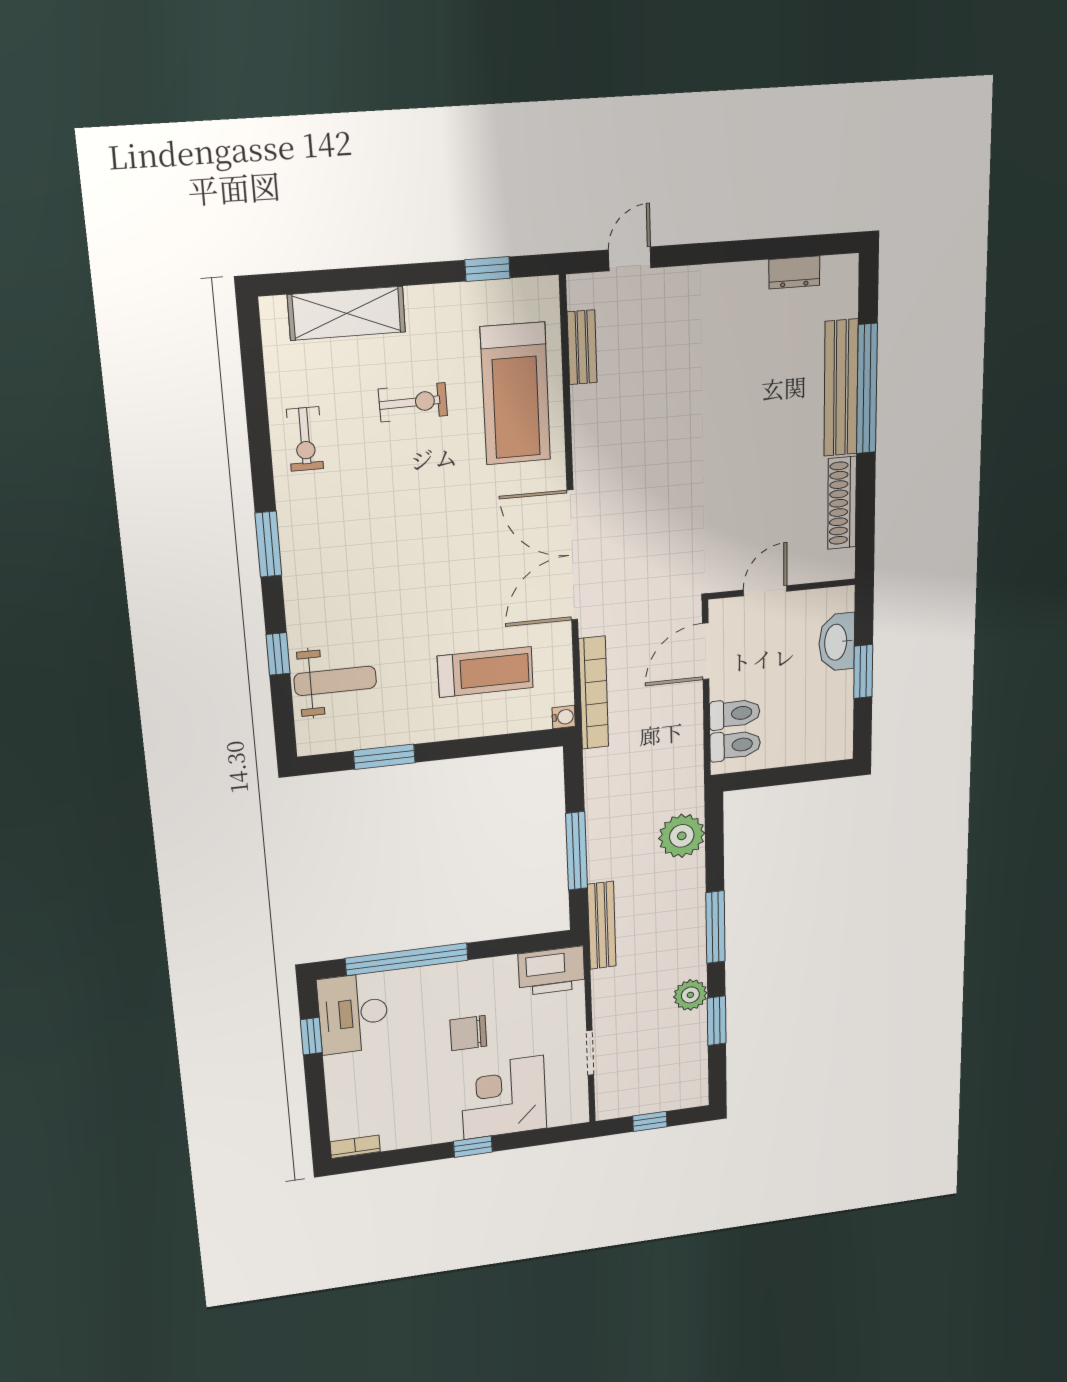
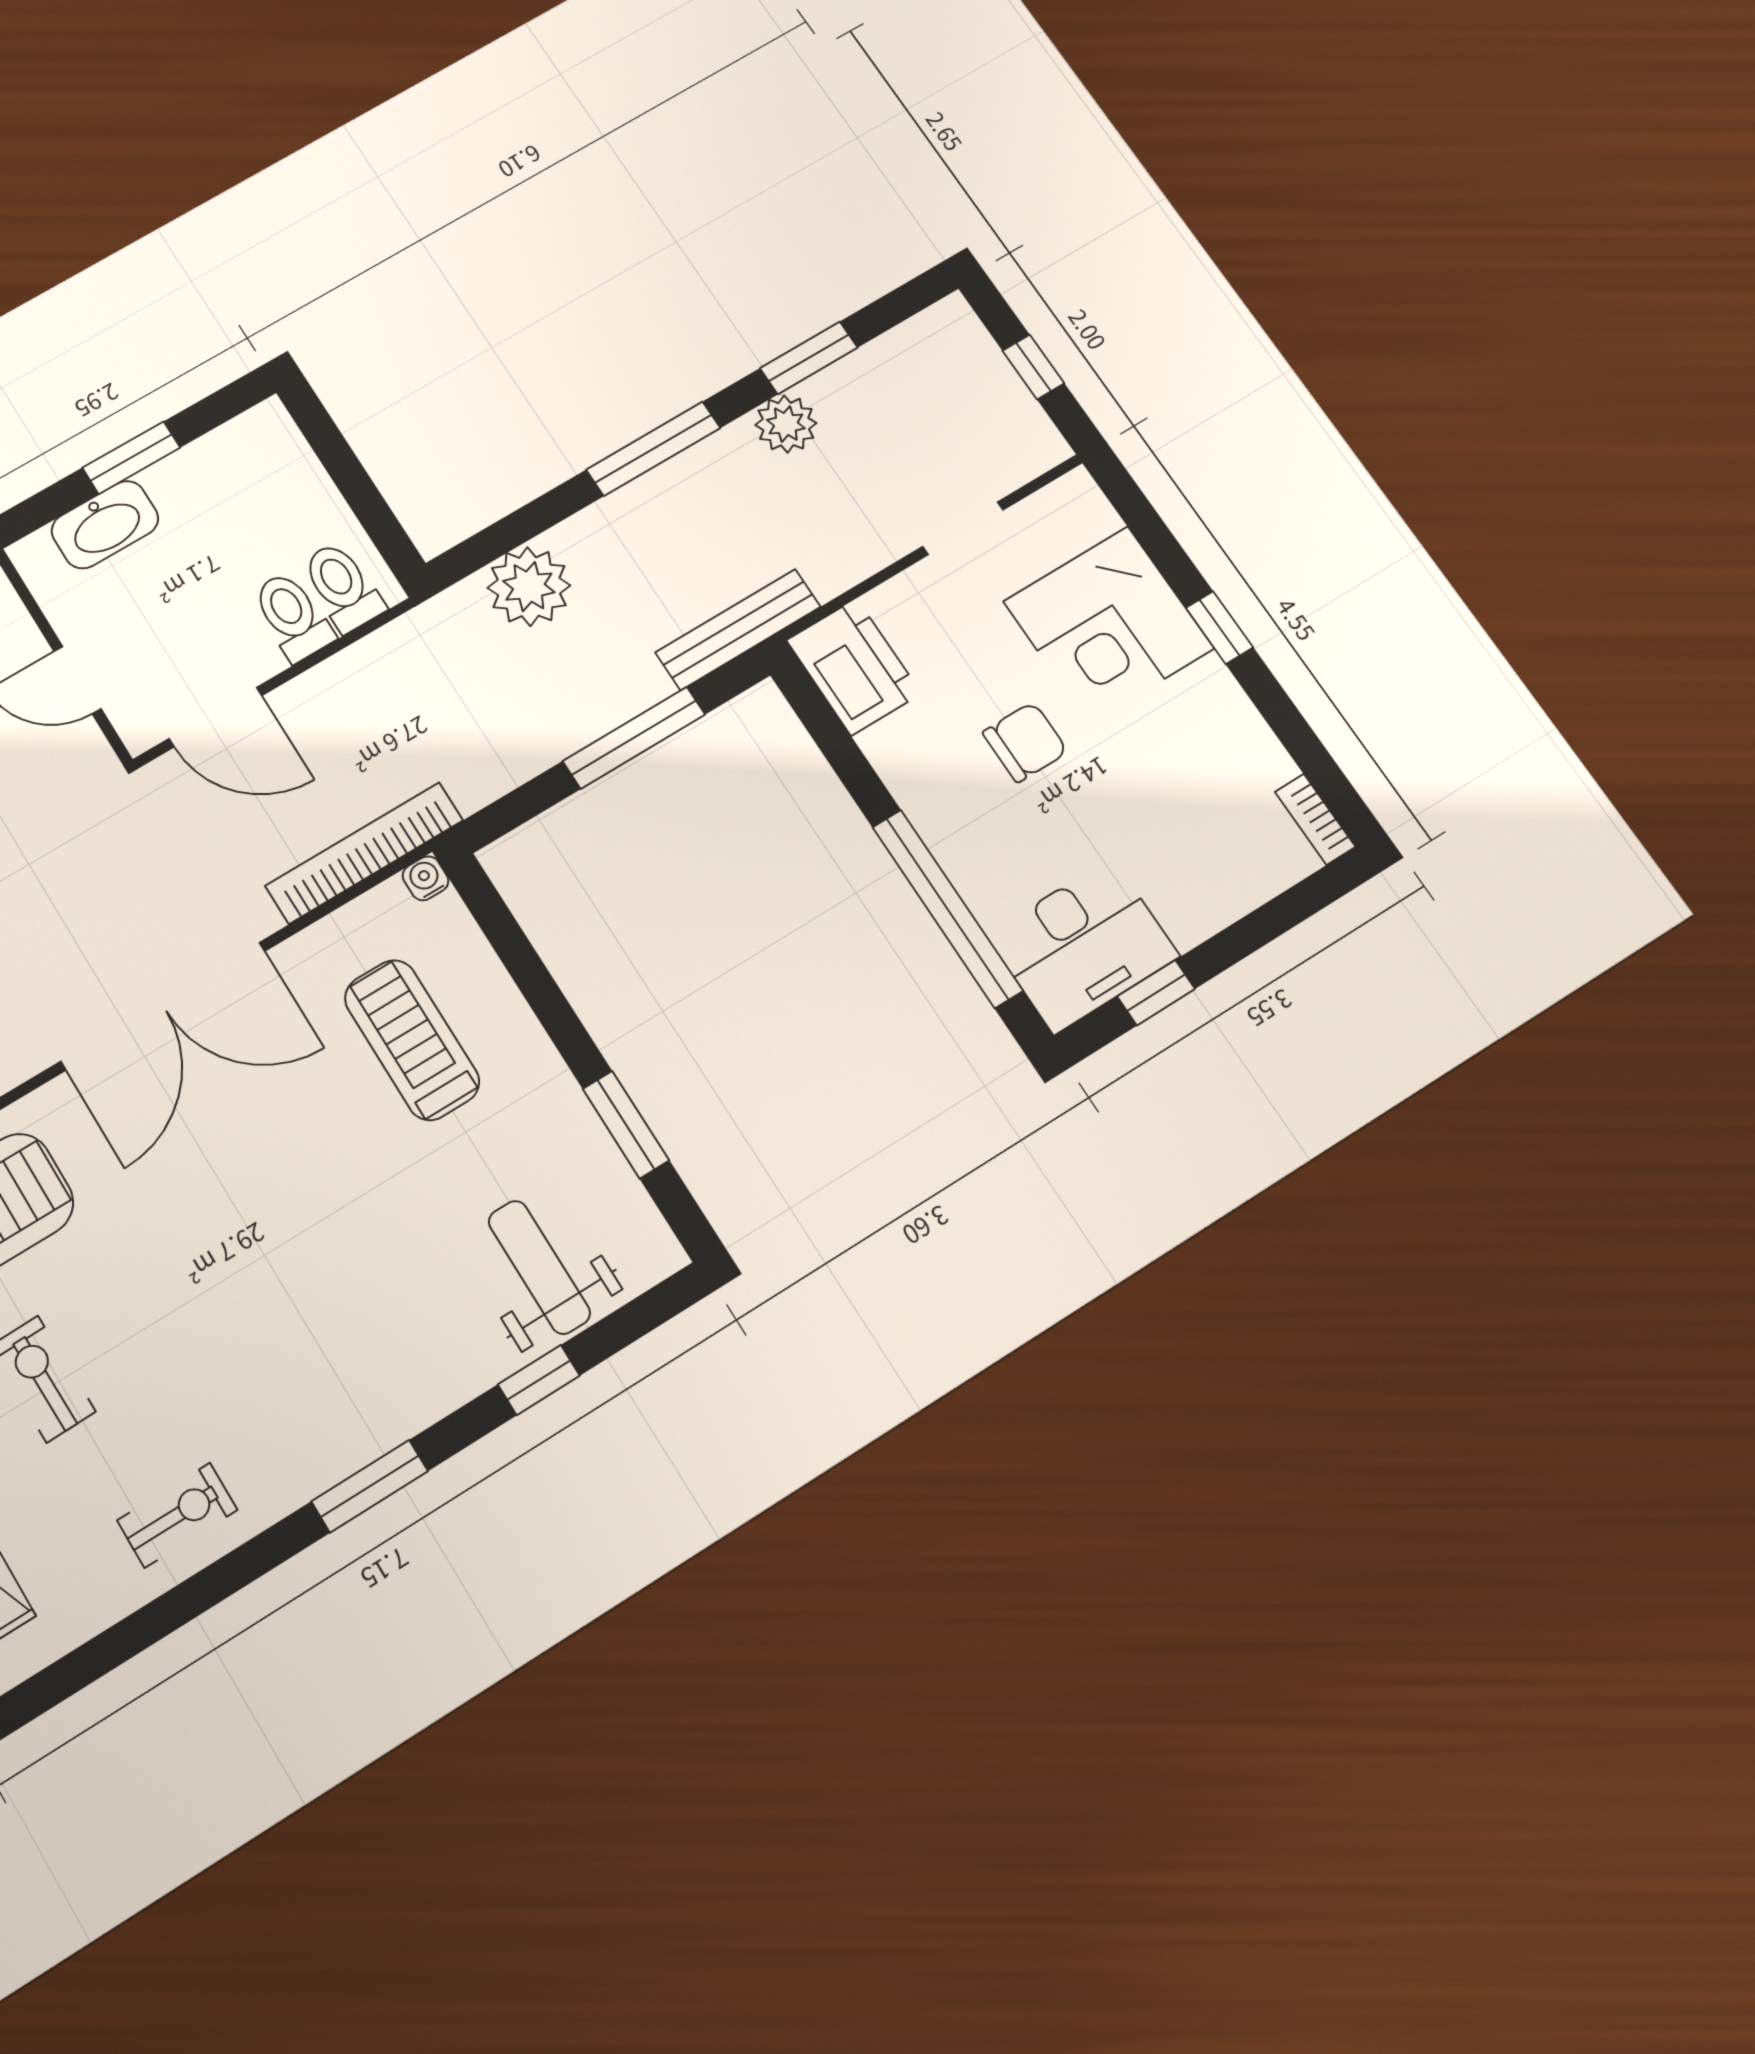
chair: (468, 1033) -> (1025, 742), turned -90

